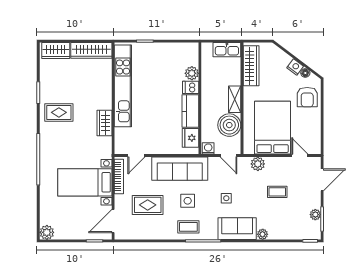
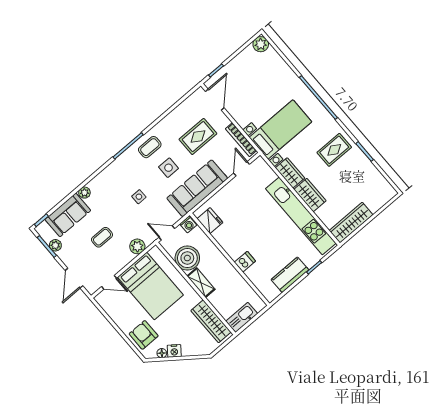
wardrobe: (56, 51) -> (310, 195), moved, turned 90
plant: (192, 73) -> (254, 274), removed
kitchen counter: (190, 111) -> (290, 275), moved, turned -90
bed with nightstands: (85, 182) -> (280, 130), moved
sofa: (237, 229) -> (68, 215), moved

